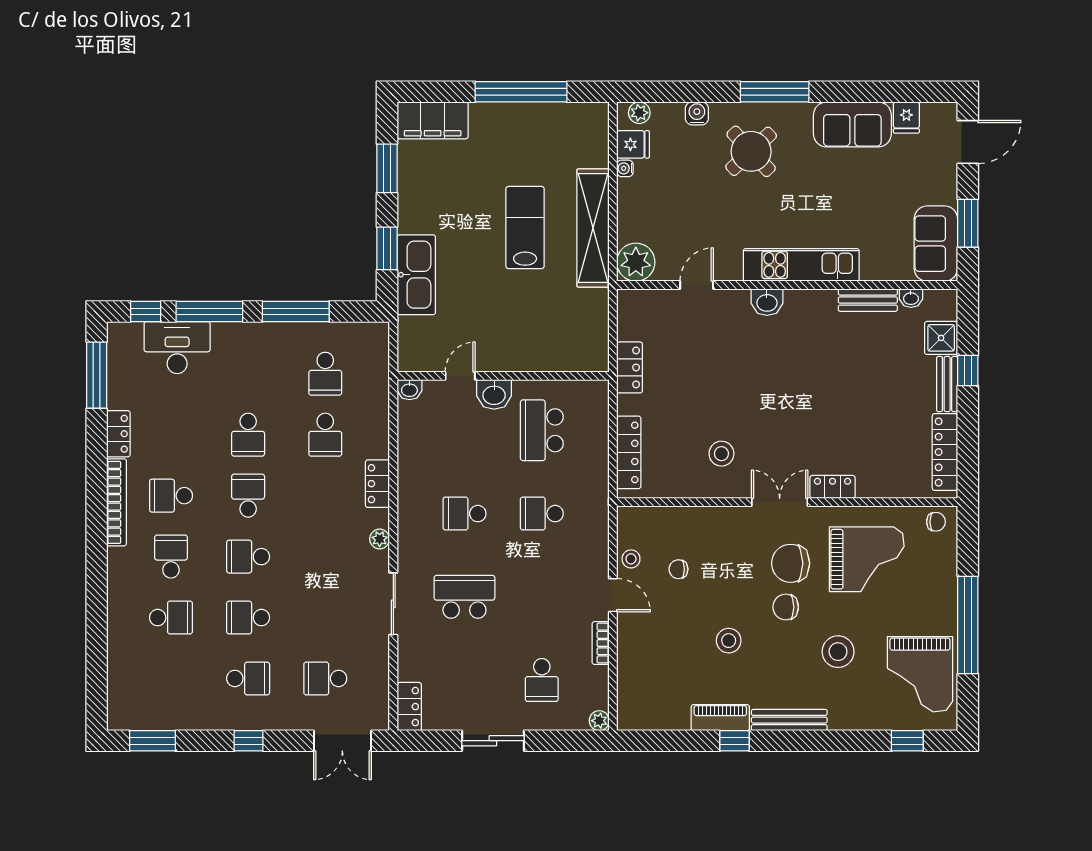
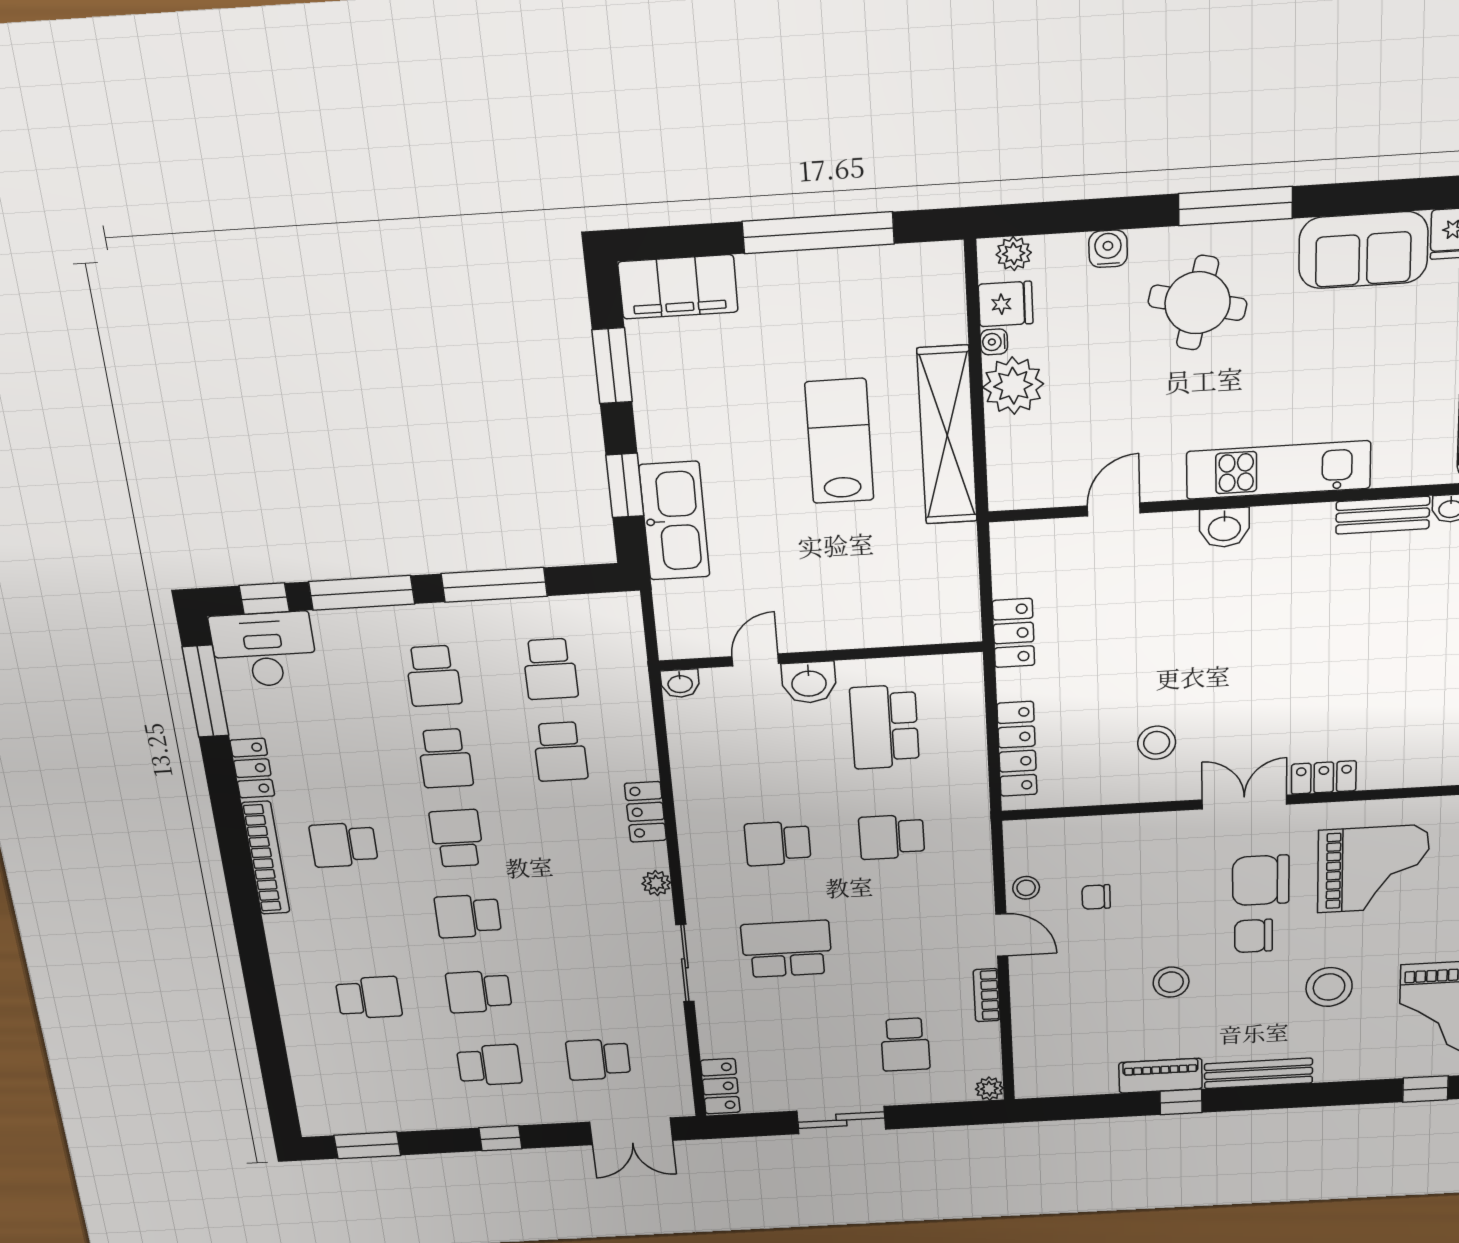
round table: (751, 151) -> (1198, 303), turned -34
plant: (636, 262) -> (1013, 386), moved
desk: (177, 348) -> (264, 650), moved
school desk: (171, 557) -> (433, 676), moved, turned 180

